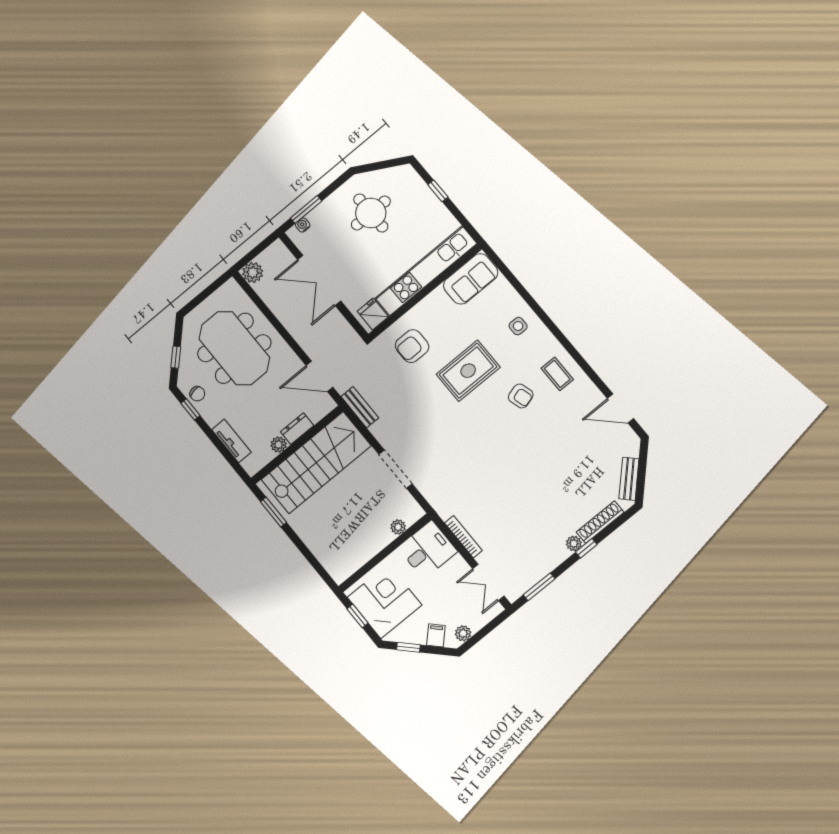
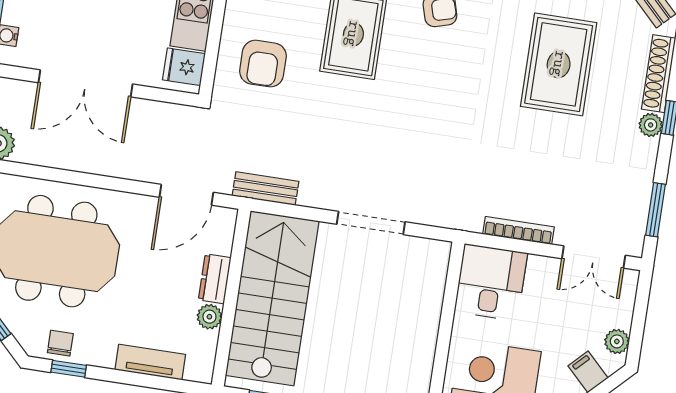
chair: (197, 394) -> (60, 343), turned -81
rug: (555, 474) -> (559, 64), added
plant: (398, 527) -> (434, 287), removed

